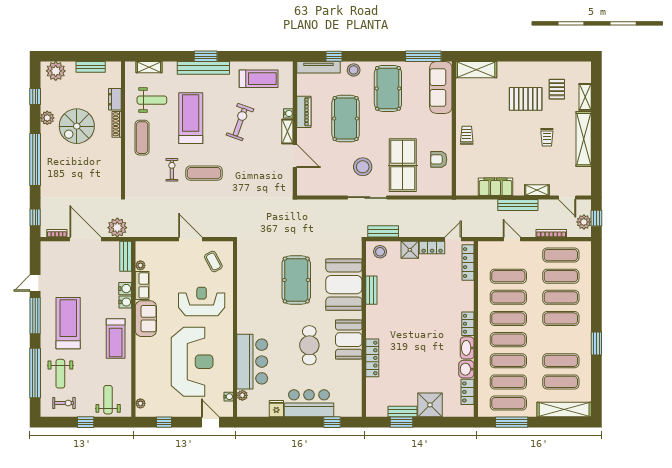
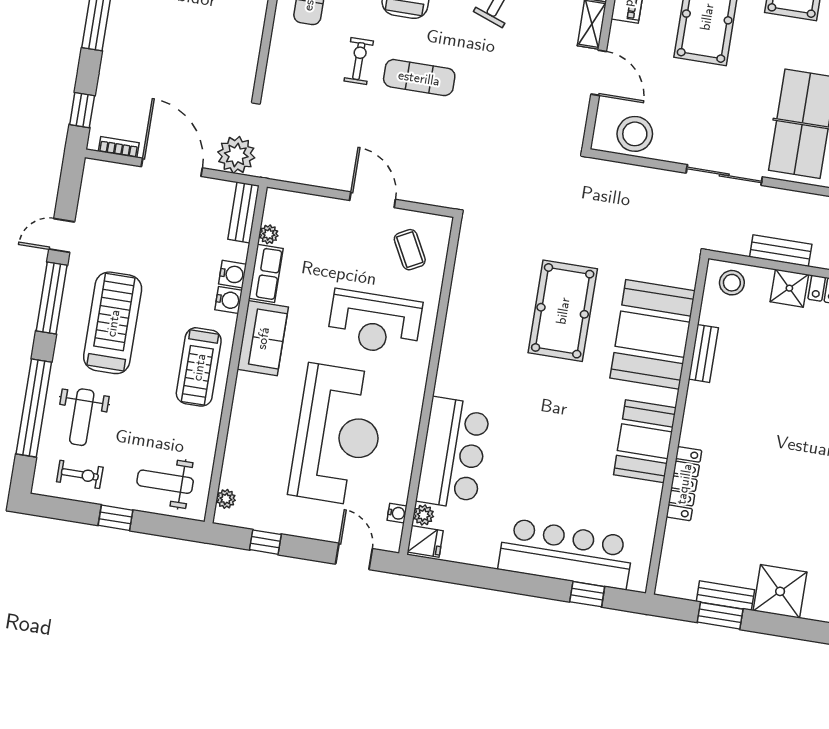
stool: (363, 167) -> (635, 134), moved
bench: (383, 231) -> (781, 251), moved
reception desk: (202, 301) -> (375, 323), turned 180
cafe table: (309, 345) -> (568, 440), removed
weight bench: (108, 400) -> (165, 482), turned -90
bar counter: (309, 403) -> (566, 554), width x1.36
fridge: (276, 409) -> (425, 541), moved, turned 90

